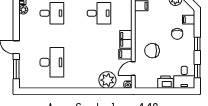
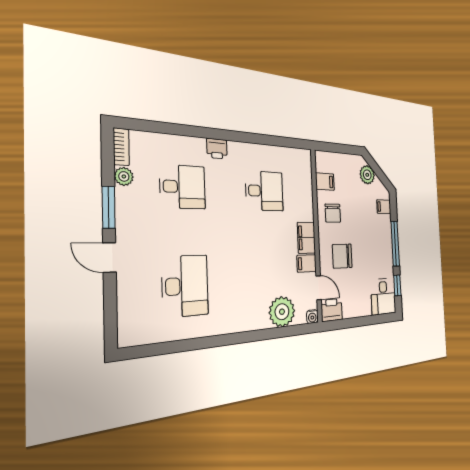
chair: (177, 34) -> (333, 213), moved
window: (197, 44) -> (395, 244), width x2.17
window: (16, 69) -> (109, 207), moved
door: (133, 69) -> (319, 288), swing flipped
printer: (165, 82) -> (332, 310), moved

